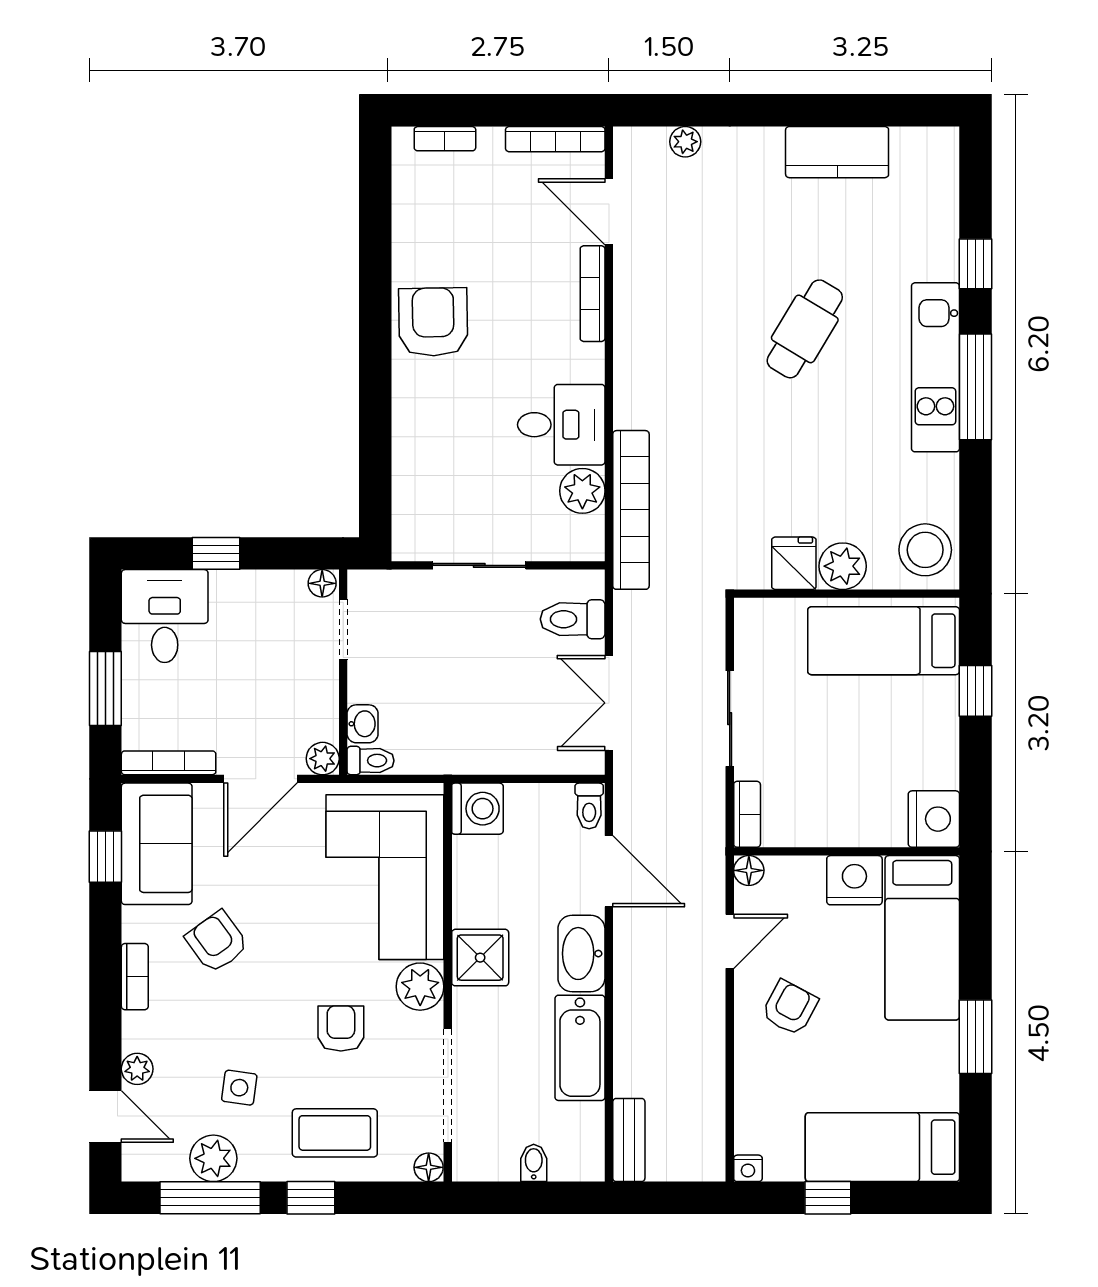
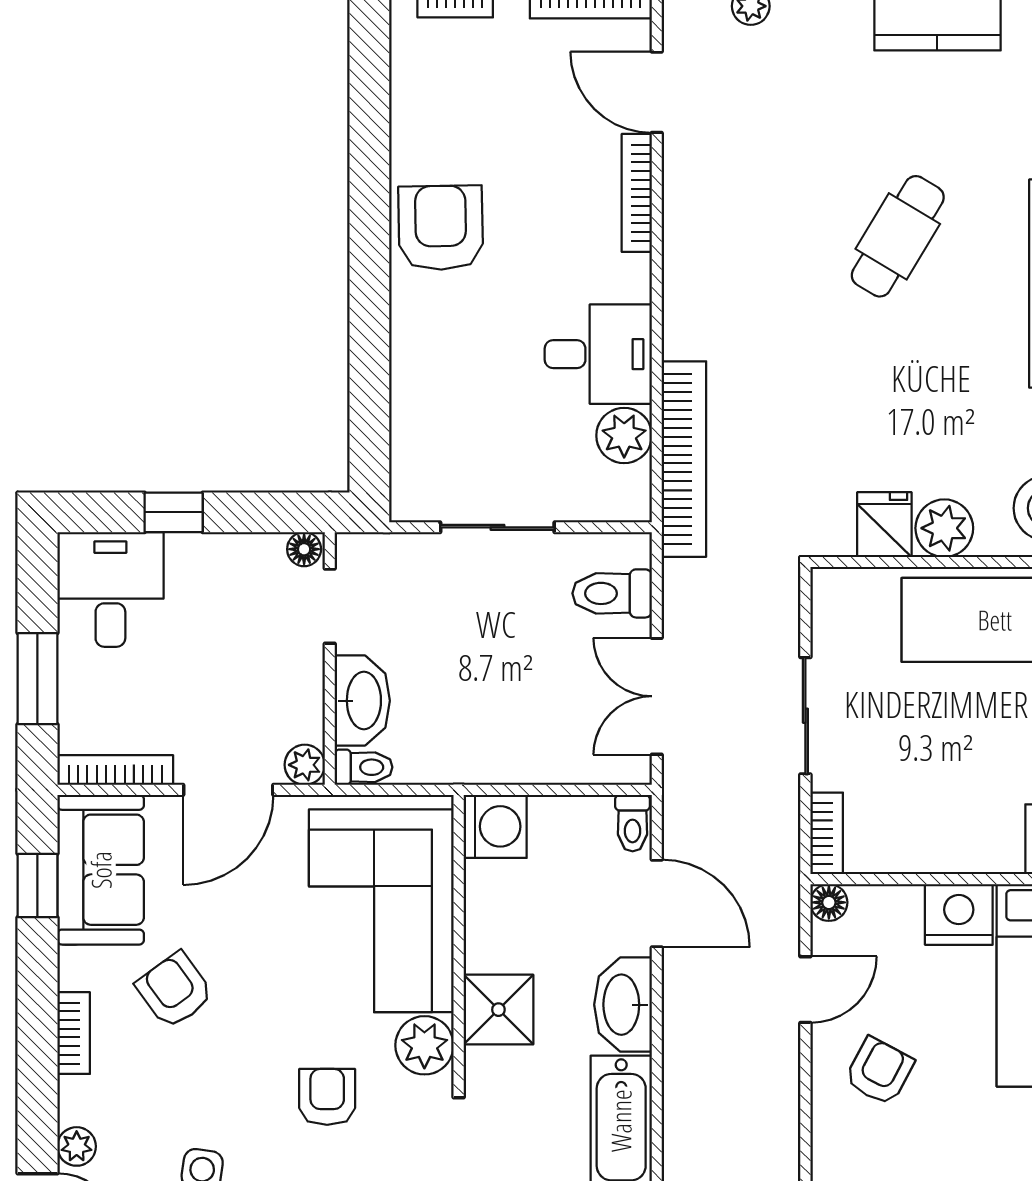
washbasin: (363, 724) -> (362, 701), width x1.91, depth x1.45

